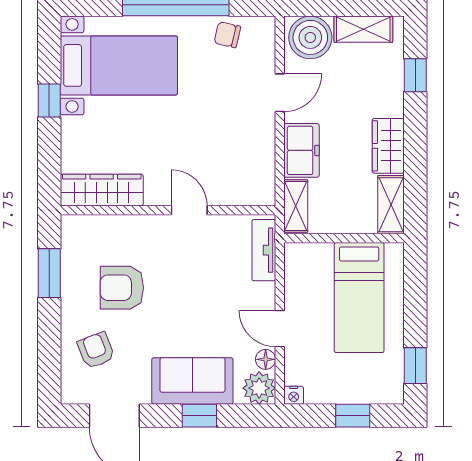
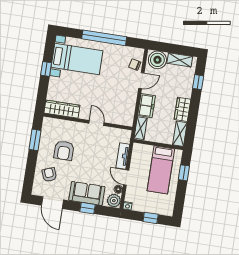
chair: (227, 35) -> (135, 65), moved
tv unit: (264, 250) -> (123, 156), moved
armchair: (122, 288) -> (64, 151), turned -90
window: (415, 366) -> (184, 173), moved

